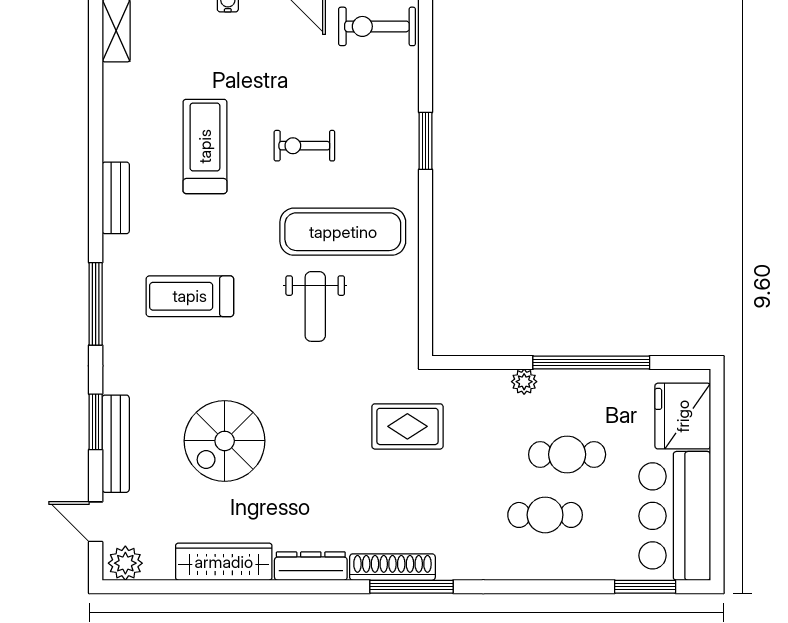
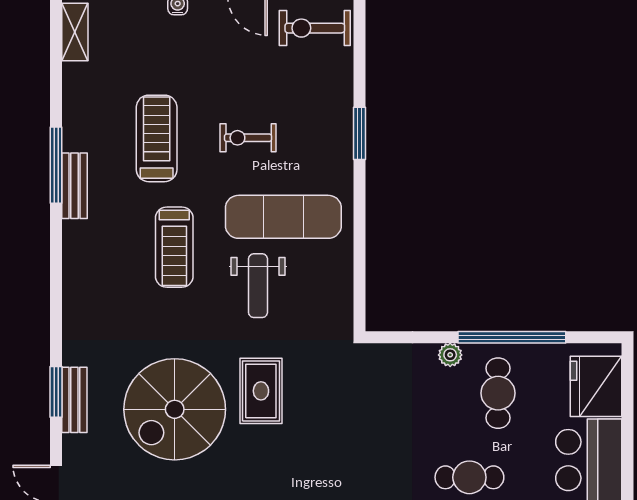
treadmill: (190, 296) -> (174, 247), moved, turned -90
window: (96, 304) -> (56, 165), moved
rug: (407, 426) -> (261, 391), moved, turned 90
spiral stairs: (225, 441) -> (175, 409), width x1.37, depth x1.37
bench: (116, 444) -> (74, 400), width x0.73
cafe table: (567, 454) -> (498, 393), moved, turned 90

